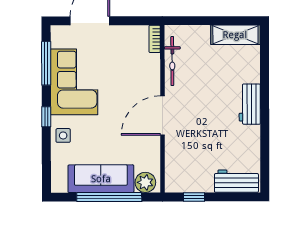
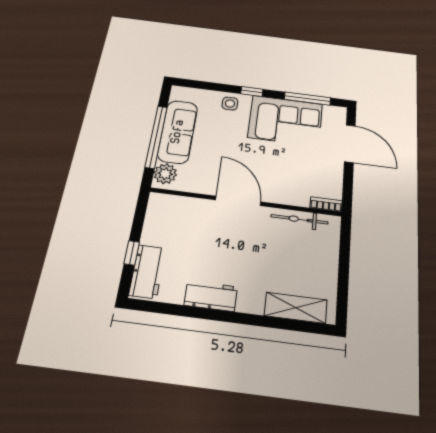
shelving: (235, 35) -> (296, 308), moved, turned 90
workbench: (250, 104) -> (211, 296), moved
window: (194, 197) -> (132, 253), moved

